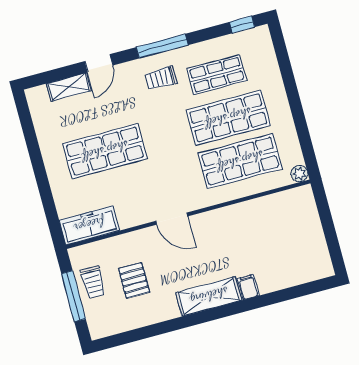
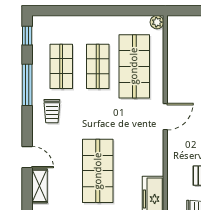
window: (162, 46) -> (27, 85), moved
shop shelf: (228, 118) -> (98, 66), width x0.70, depth x0.74
door: (172, 219) -> (165, 117), moved

